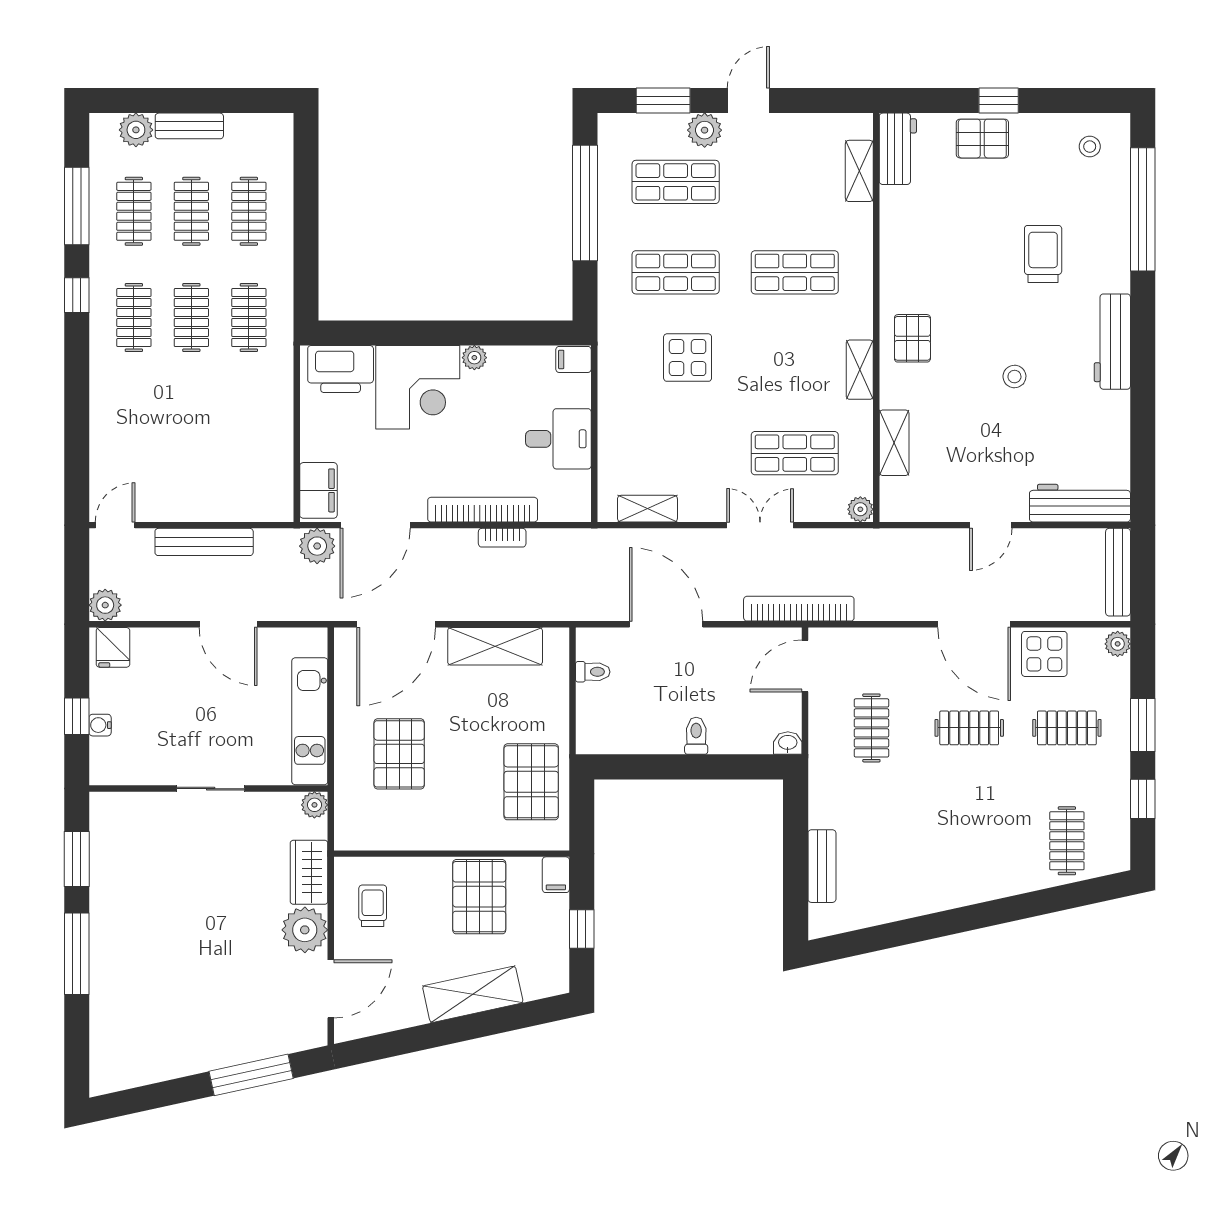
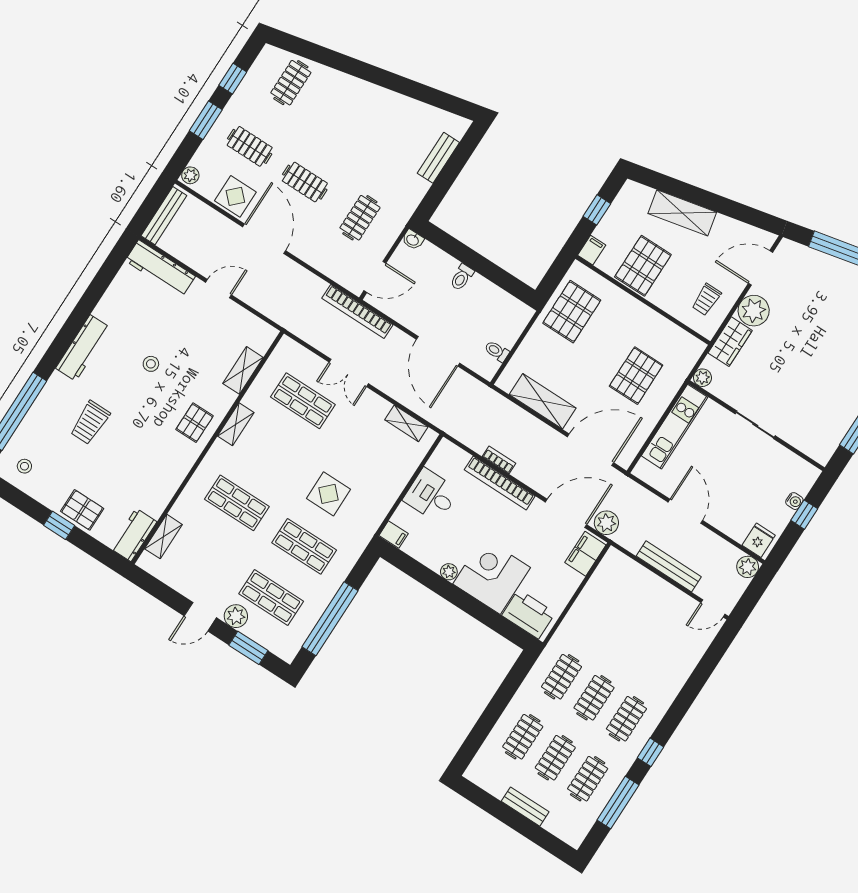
plant: (136, 130) -> (557, 824), removed
plant: (860, 509) -> (286, 345), removed

